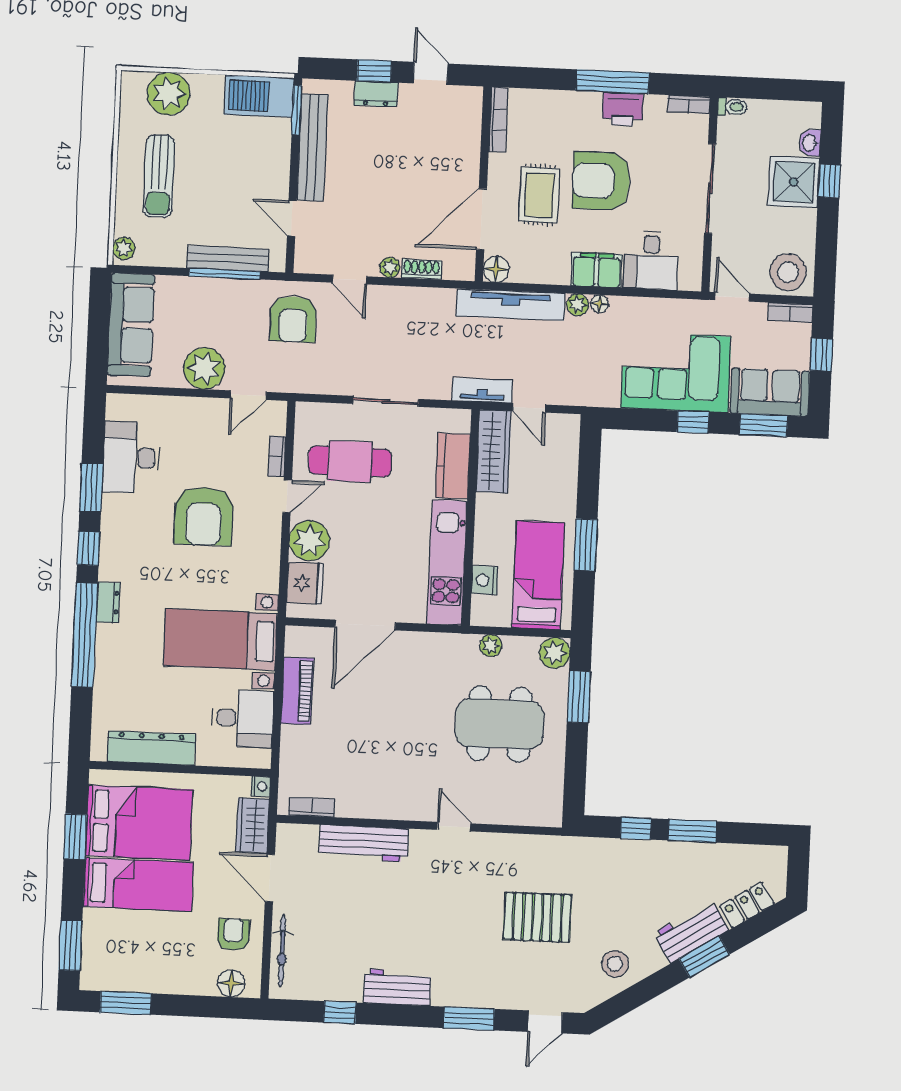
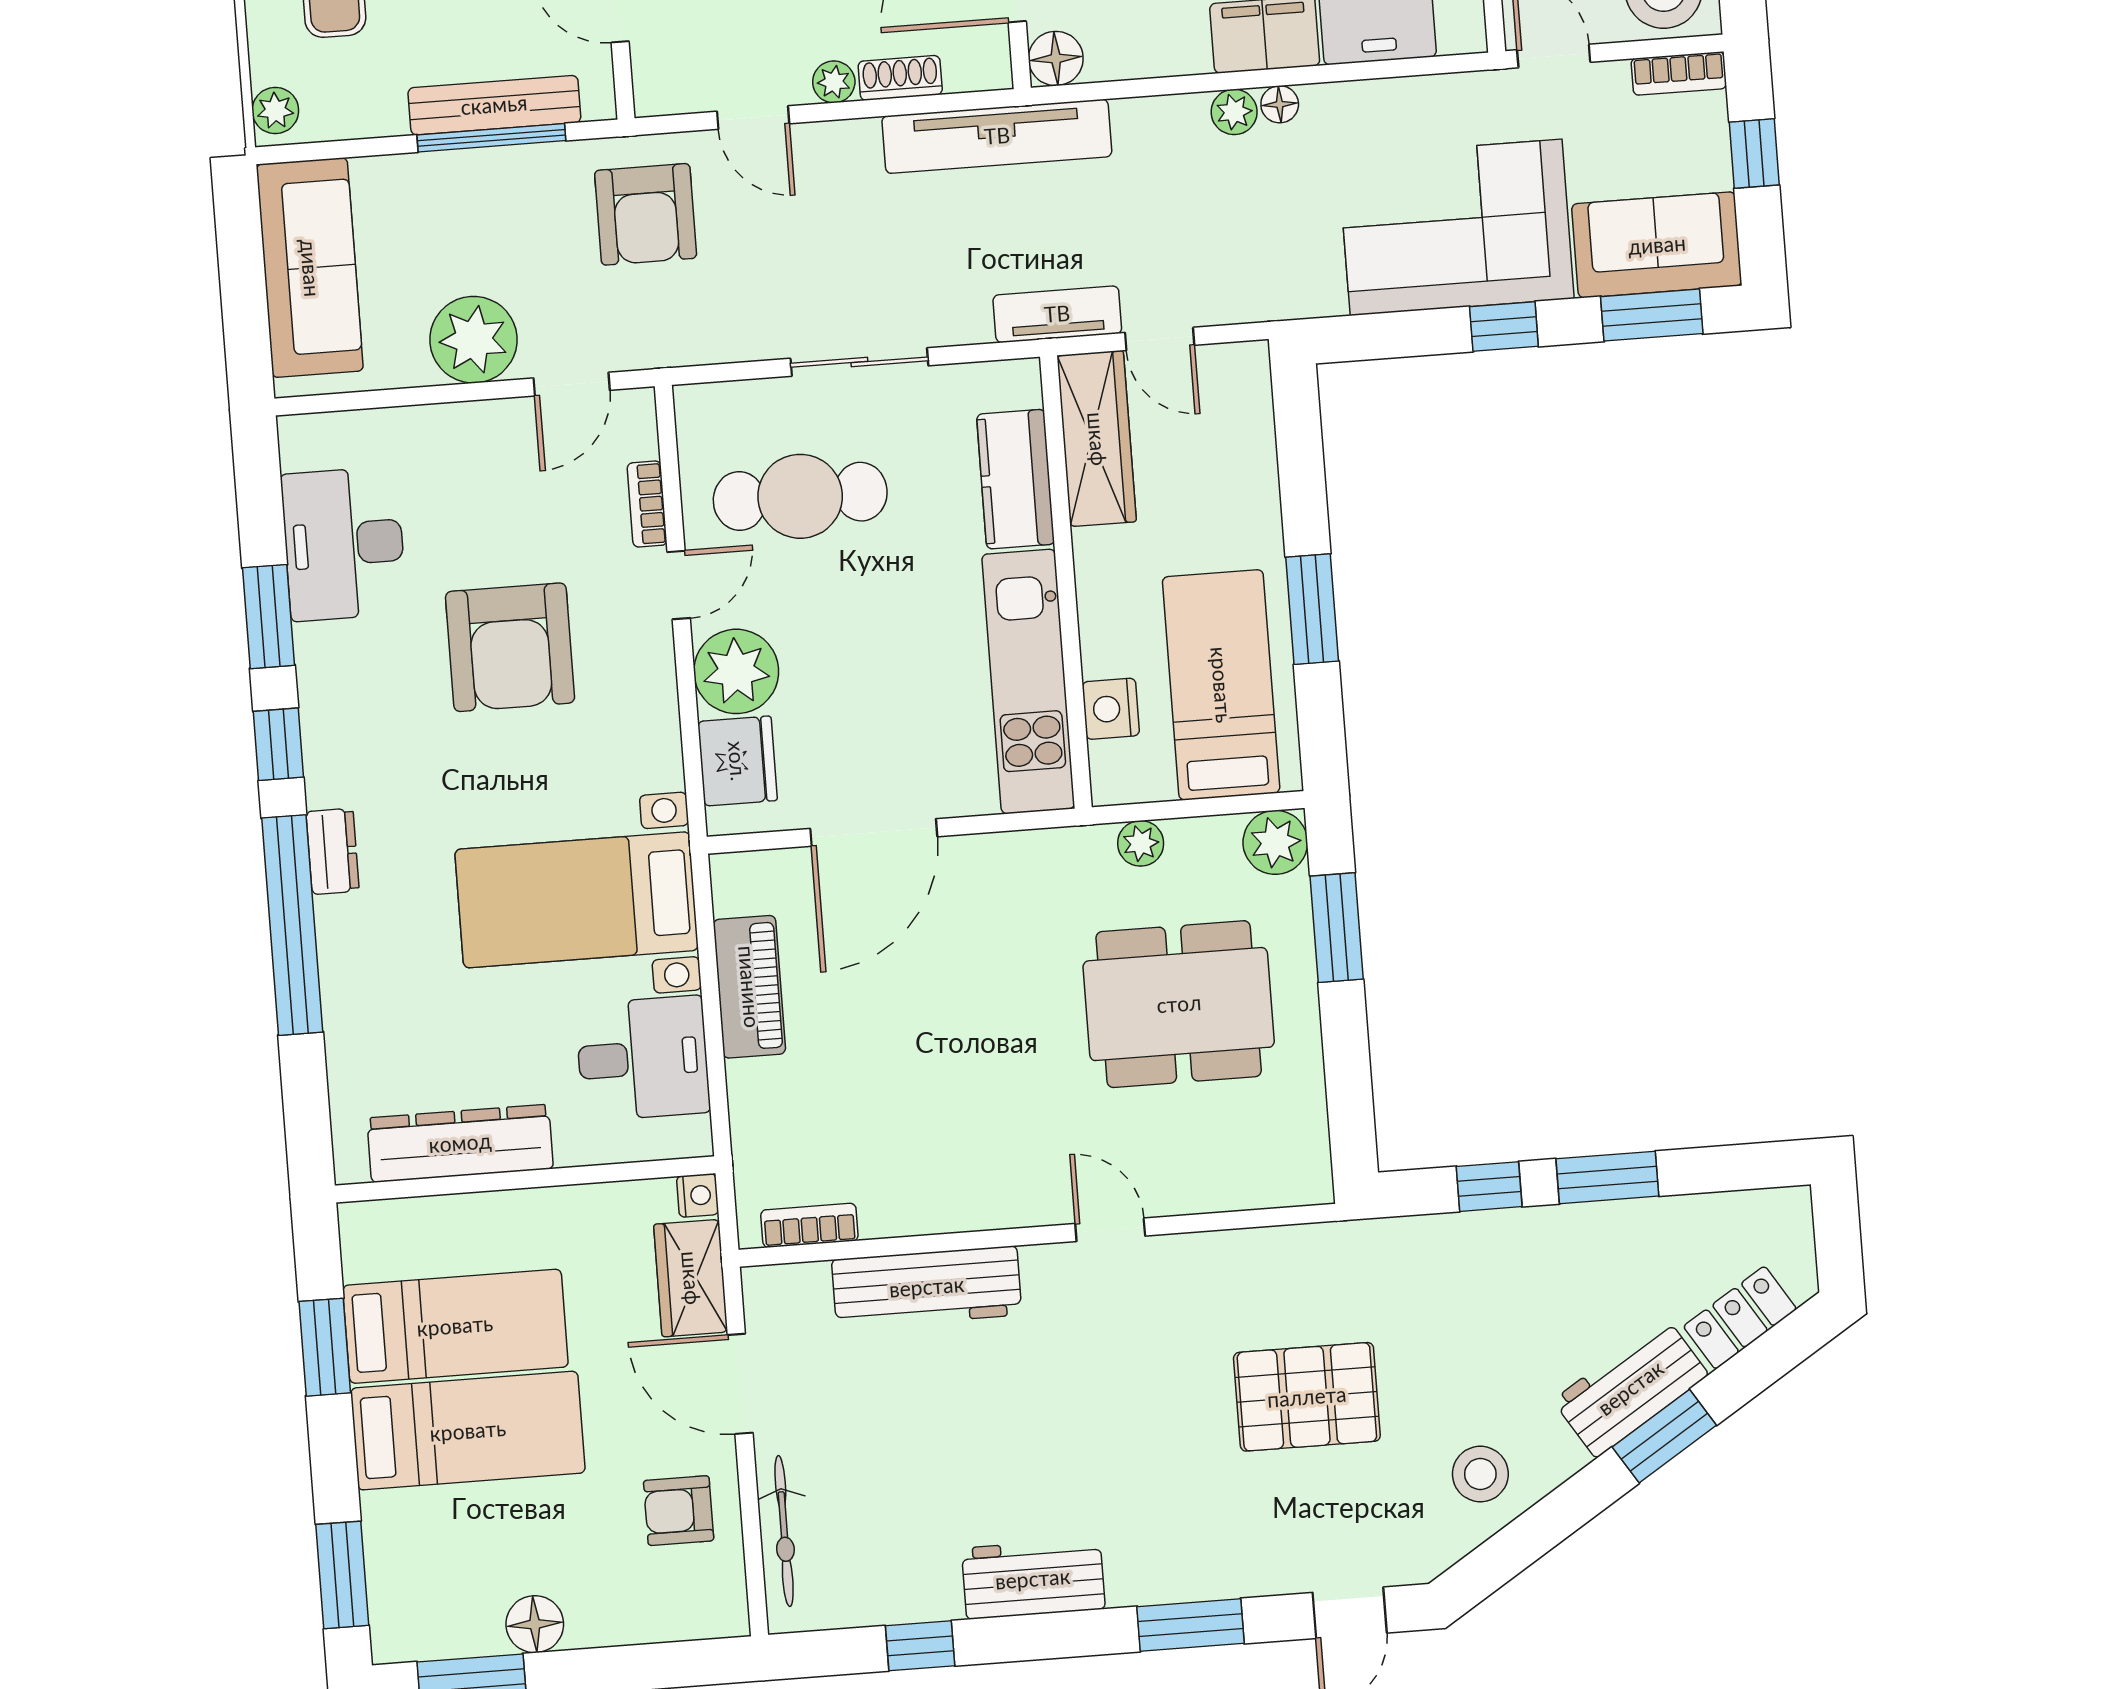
tv unit: (510, 305) -> (997, 136), moved
bed: (139, 823) -> (455, 1326), width x0.67
armchair: (233, 935) -> (679, 1511), turned -90
floor lamp: (231, 983) -> (535, 1624), moved

